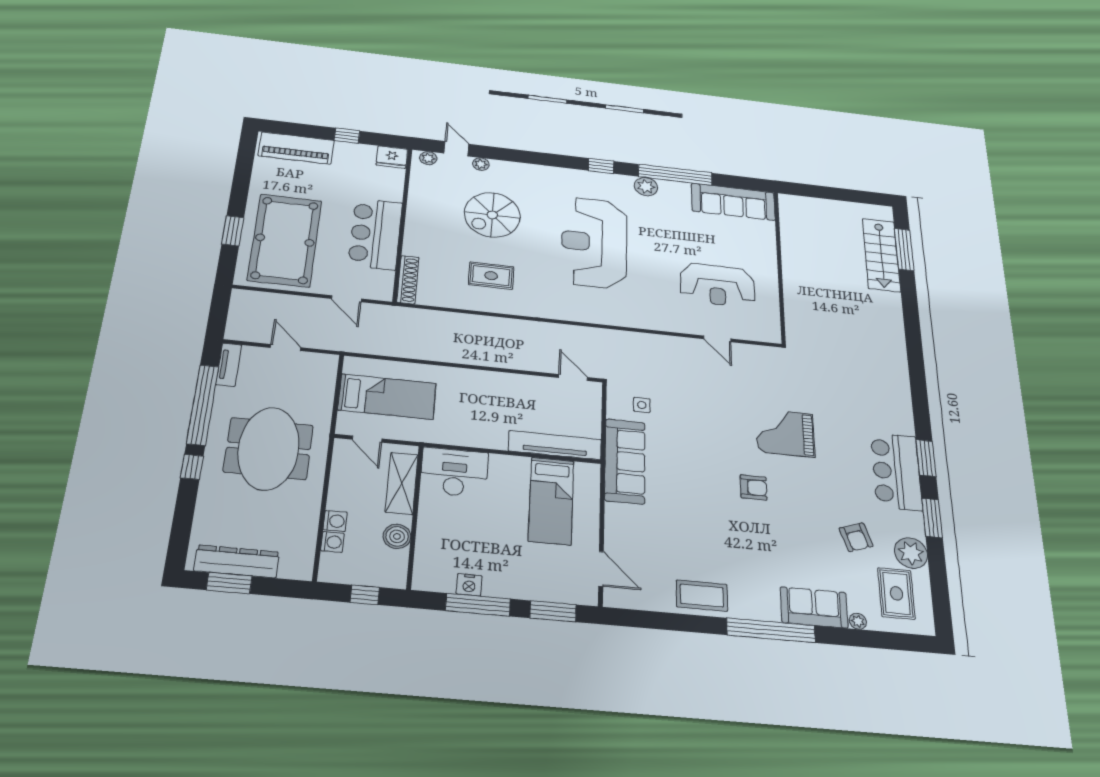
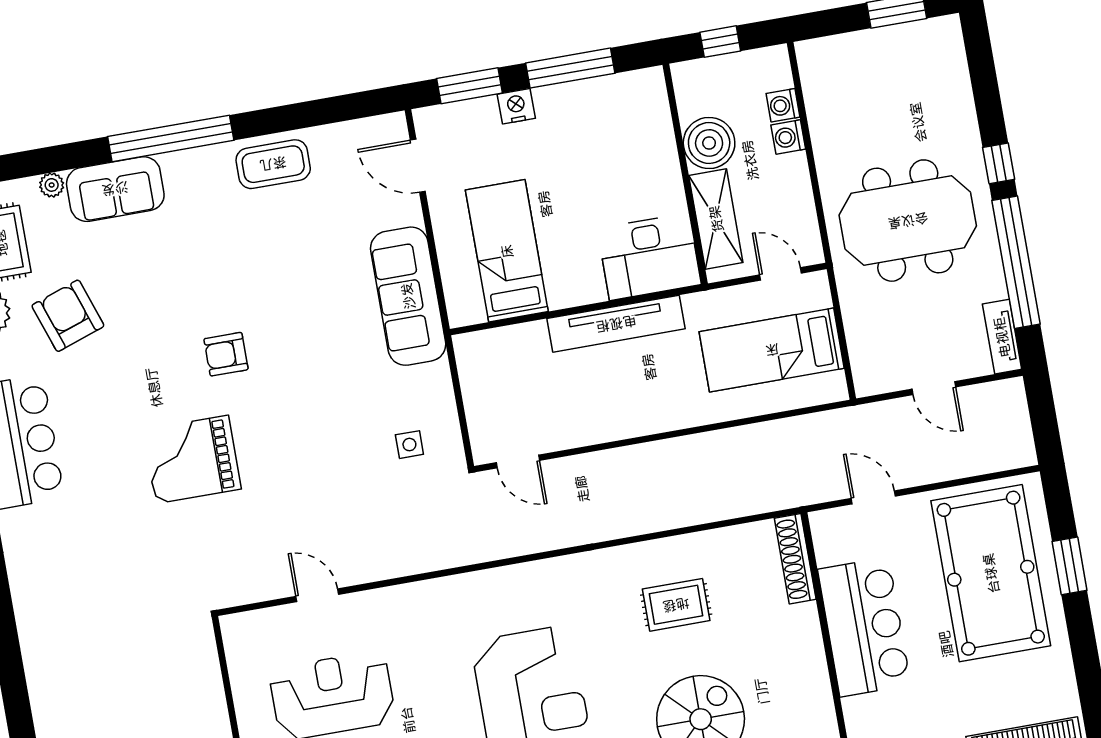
grand piano: (785, 433) -> (192, 459), turned 180
tv unit: (555, 445) -> (616, 324), moved
meeting table: (269, 448) -> (908, 221), turned 90
sofa: (625, 461) -> (408, 296), moved
boiler: (397, 536) -> (709, 143), width x1.37, depth x1.37
armchair: (856, 537) -> (68, 316), width x1.38, depth x1.38
dresser: (237, 561) -> (897, 43), removed
nightstand: (469, 585) -> (516, 106), moved

